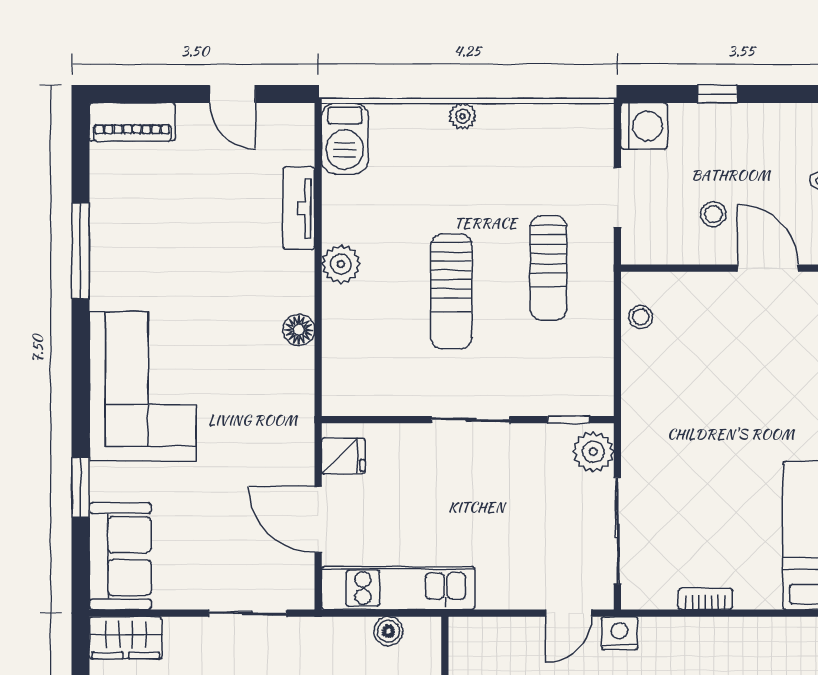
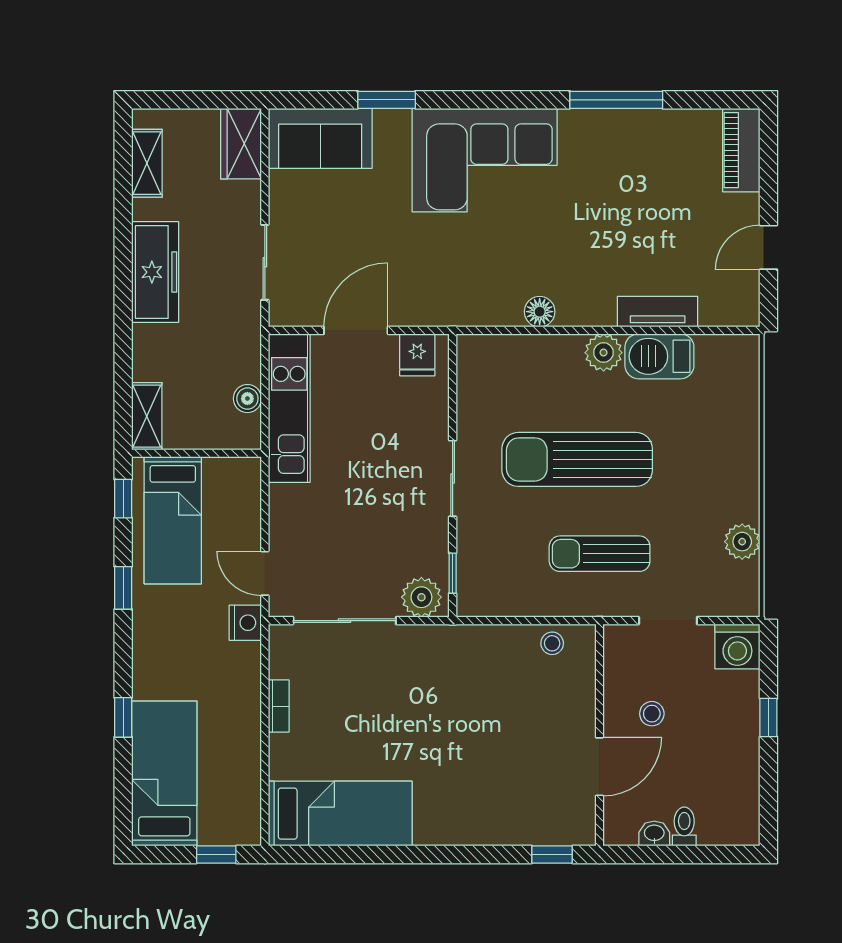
plant: (463, 116) -> (742, 542), moved, width x1.38, depth x1.38
barbecue: (345, 138) -> (659, 356), moved
sun lounger: (451, 291) -> (577, 459), width x1.36, depth x1.34

